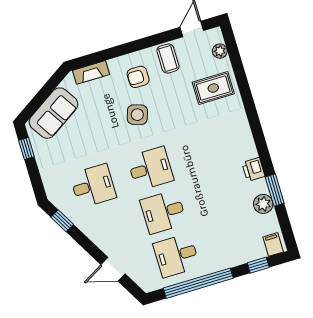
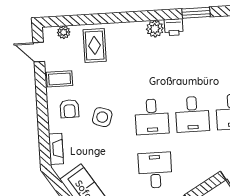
desk: (150, 169) -> (152, 117), turned 180
plant: (263, 204) -> (155, 29), moved

